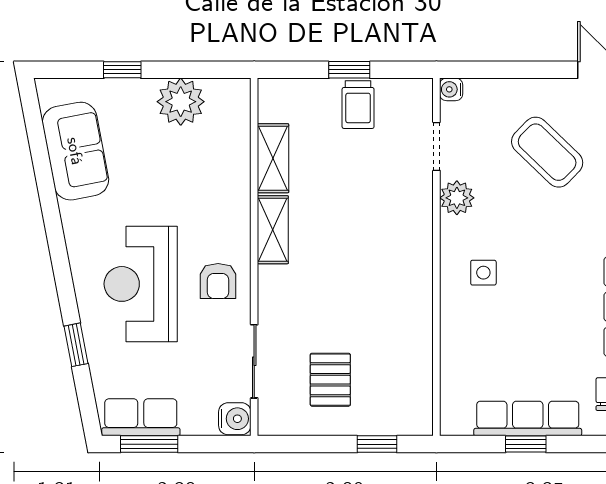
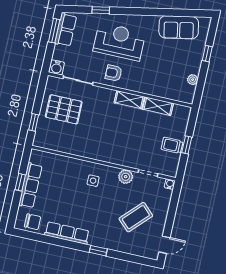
plant: (181, 102) -> (193, 80), width x0.53, depth x0.53
pallet: (330, 380) -> (64, 109), width x1.50, depth x1.42

